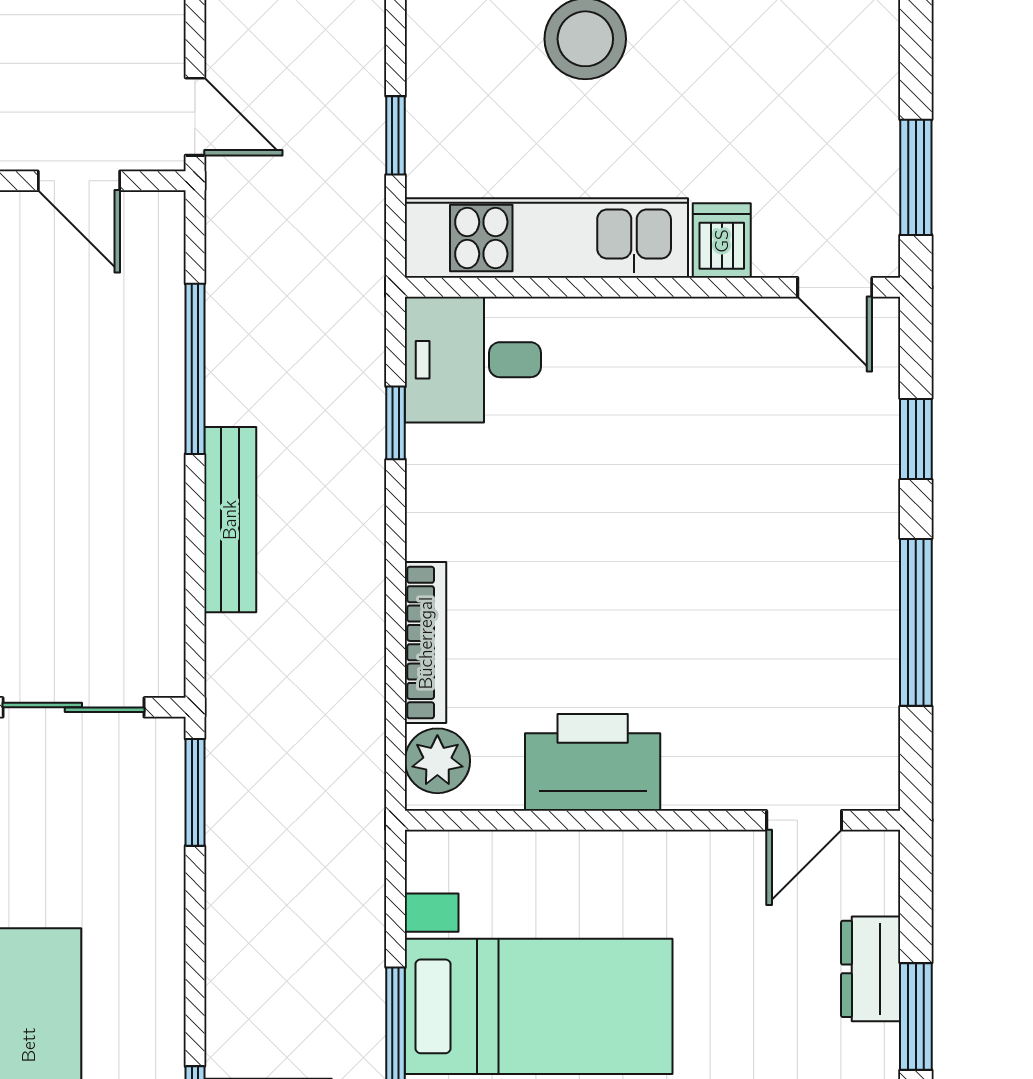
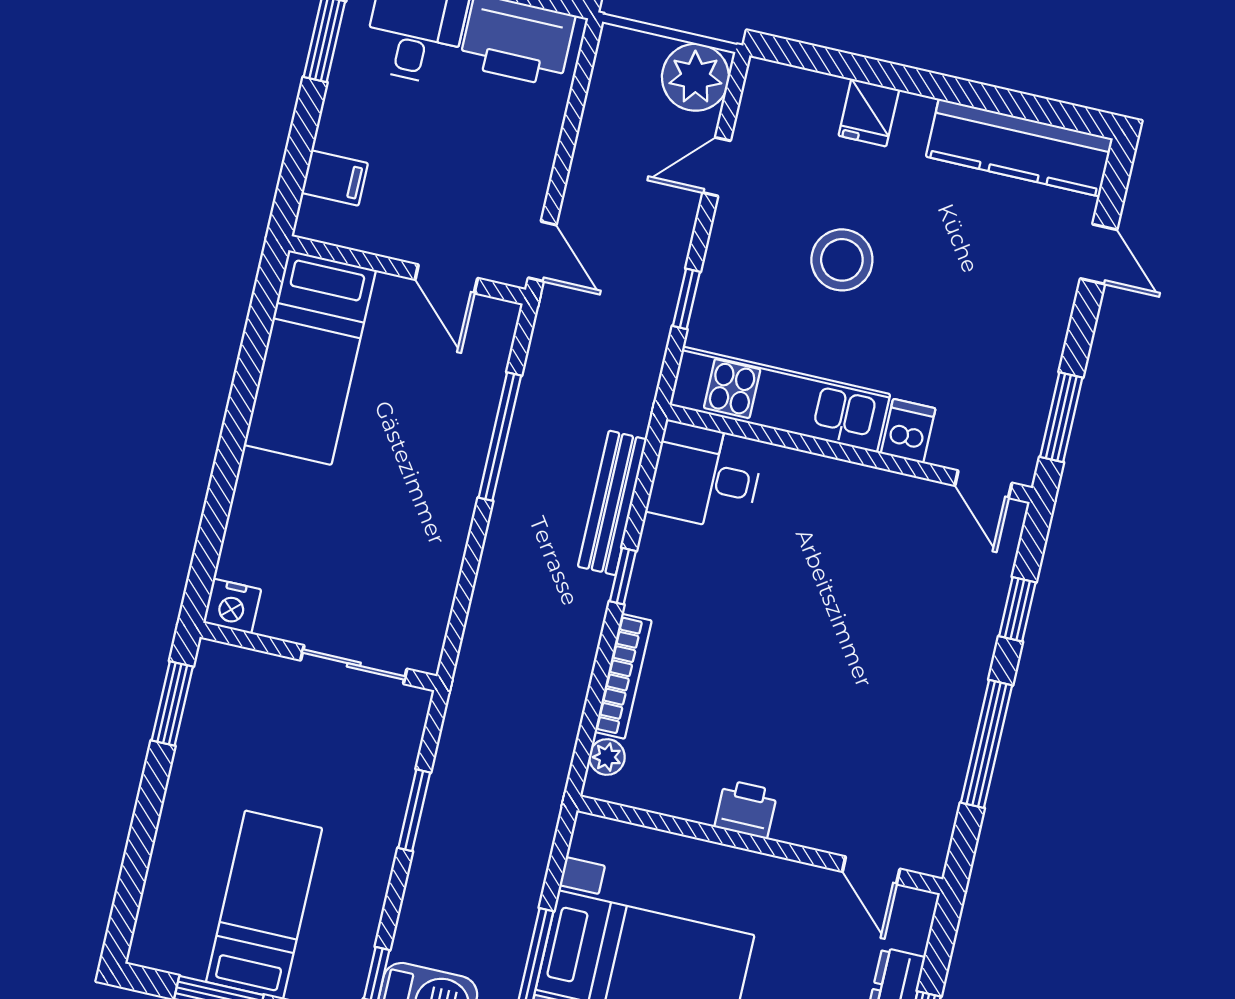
window: (396, 423) -> (623, 576), moved
bench: (230, 520) -> (612, 503), moved
plant: (437, 761) -> (607, 757), width x0.73, depth x0.73
printer: (593, 762) -> (746, 809), width x0.53, depth x0.68
window: (195, 792) -> (414, 810), moved
door: (804, 820) -> (871, 870), hinge flipped

